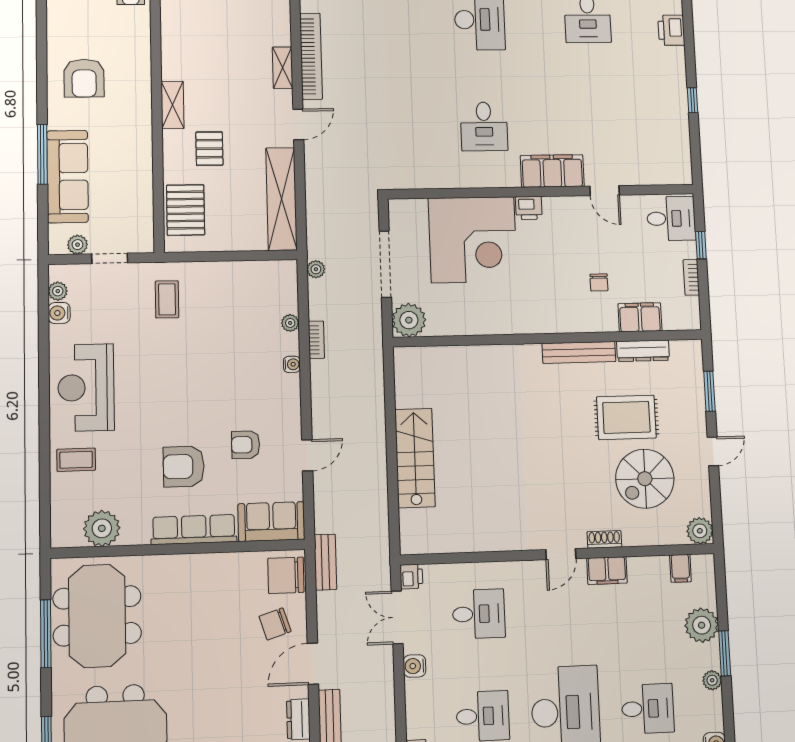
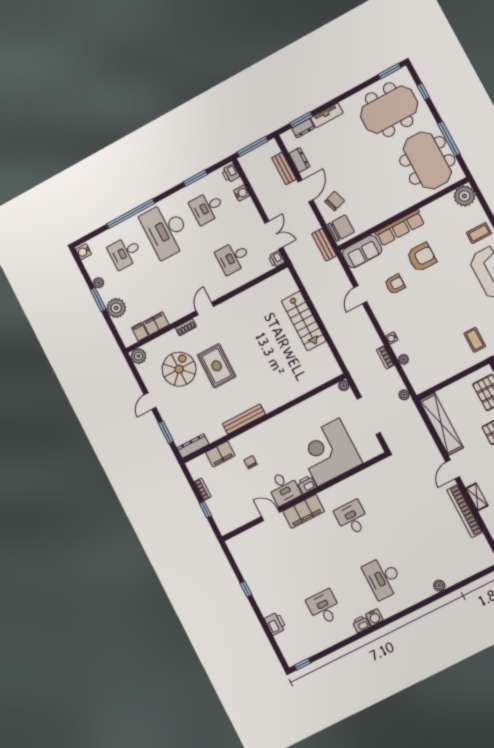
desk: (671, 218) -> (284, 488), moved, turned -90
plant: (409, 320) -> (344, 386), width x0.53, depth x0.53
dresser: (643, 351) -> (193, 446), moved
rug: (626, 417) -> (217, 366), moved, turned 90
plant: (102, 528) -> (464, 196), moved
filing cabinet: (607, 571) -> (156, 323), moved
water cooler: (415, 666) -> (242, 193), moved

